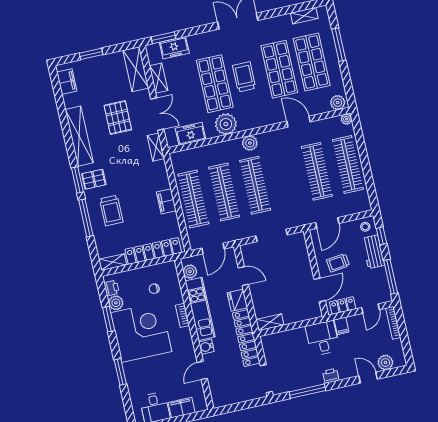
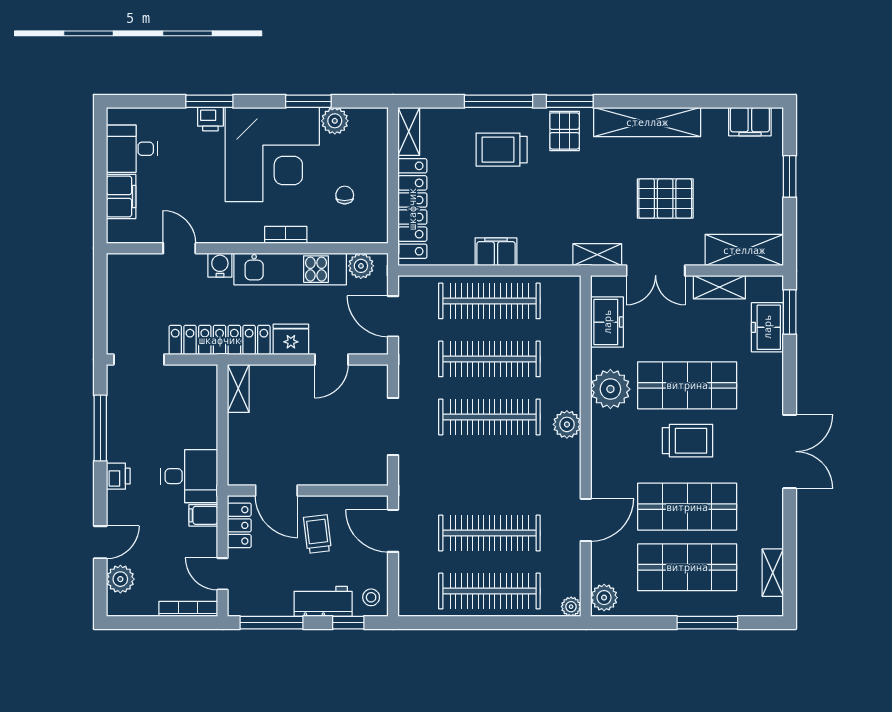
printer: (112, 288) -> (210, 119), moved

